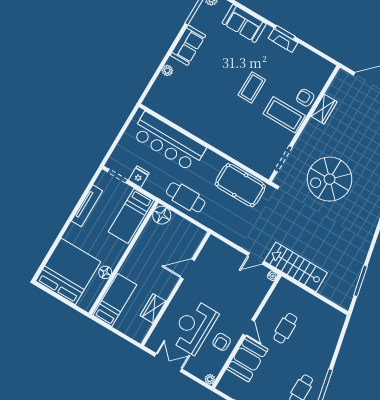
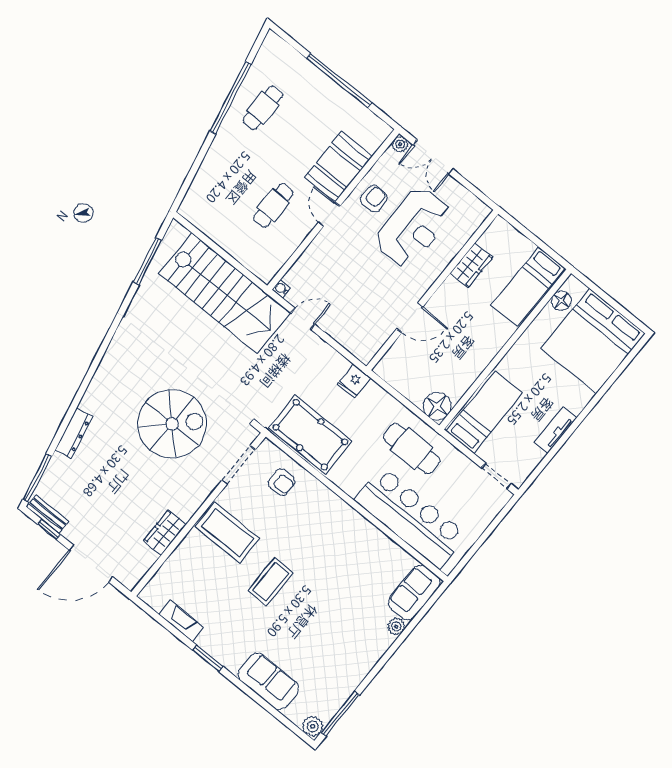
fireplace: (283, 40) -> (181, 621), moved
sofa: (188, 45) -> (414, 593), moved
armchair: (305, 98) -> (281, 482), moved
fridge: (139, 177) -> (354, 381), moved
cafe table: (186, 197) -> (412, 449), moved
tv unit: (87, 206) -> (556, 430), width x0.71
stairs: (296, 267) -> (225, 293), width x1.36, depth x1.51
floor lamp: (105, 272) -> (561, 301), moved
double door: (168, 363) -> (433, 157), moved

